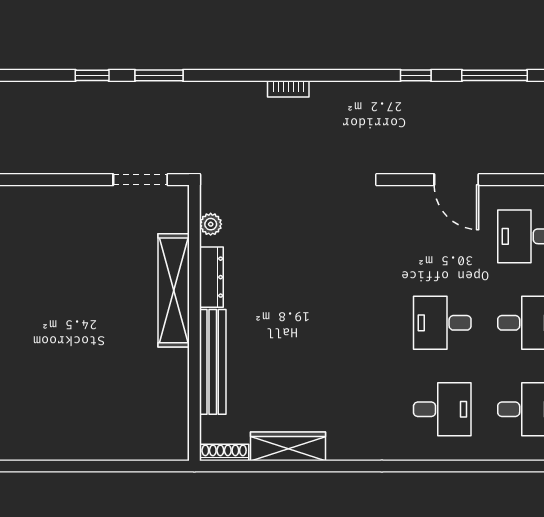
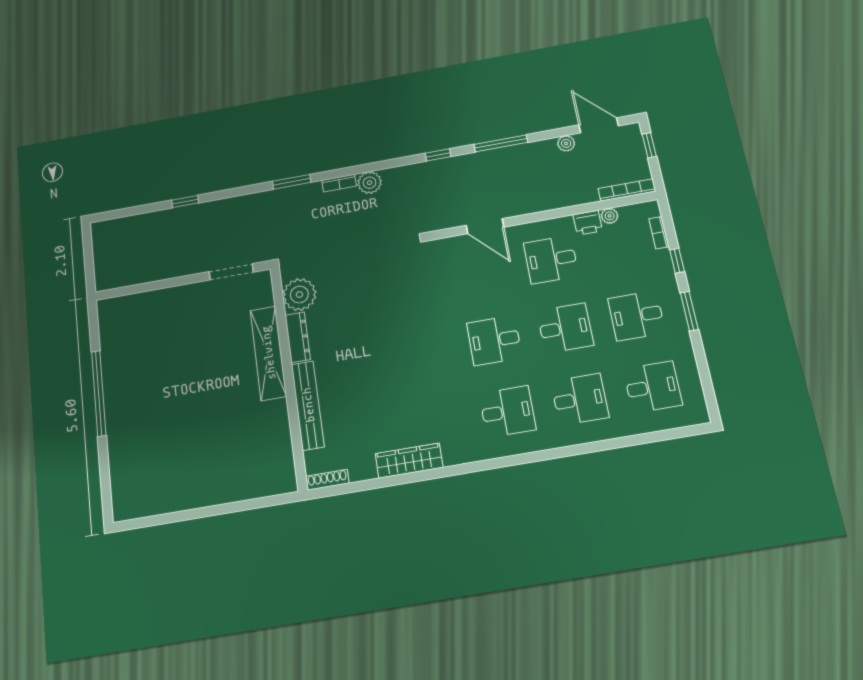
window: (159, 75) -> (292, 182), moved
plant: (326, 96) -> (370, 183), added
plant: (211, 224) -> (299, 295), width x1.87, depth x1.87
wardrobe: (288, 446) -> (409, 461), moved

